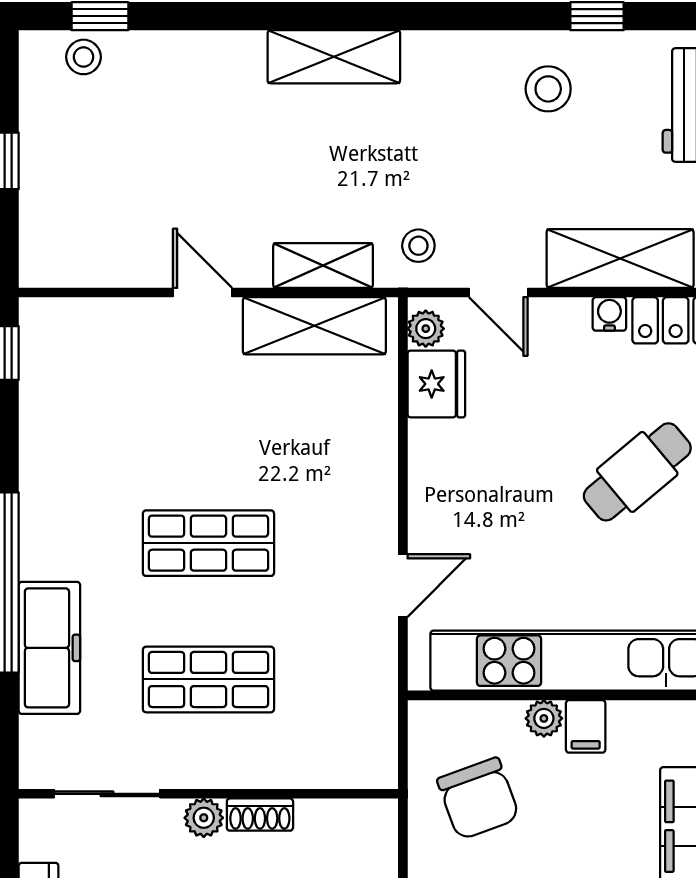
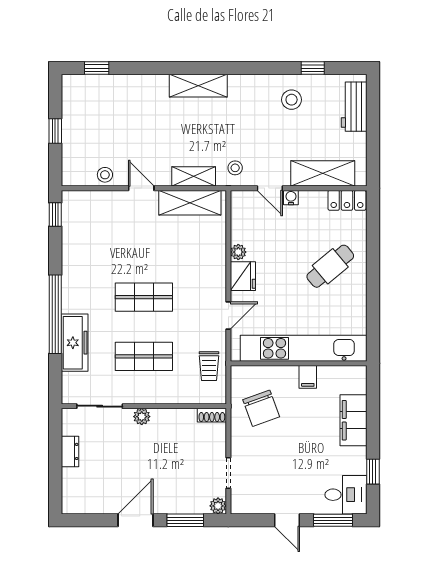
stool: (83, 57) -> (105, 175), moved
water cooler: (609, 314) -> (291, 198), moved
plant: (426, 329) -> (238, 252), moved
fridge: (436, 384) -> (243, 276), moved
trolley: (358, 702) -> (209, 366), added
plant: (544, 718) -> (290, 373), removed
shoe rack: (260, 815) -> (212, 415), moved

